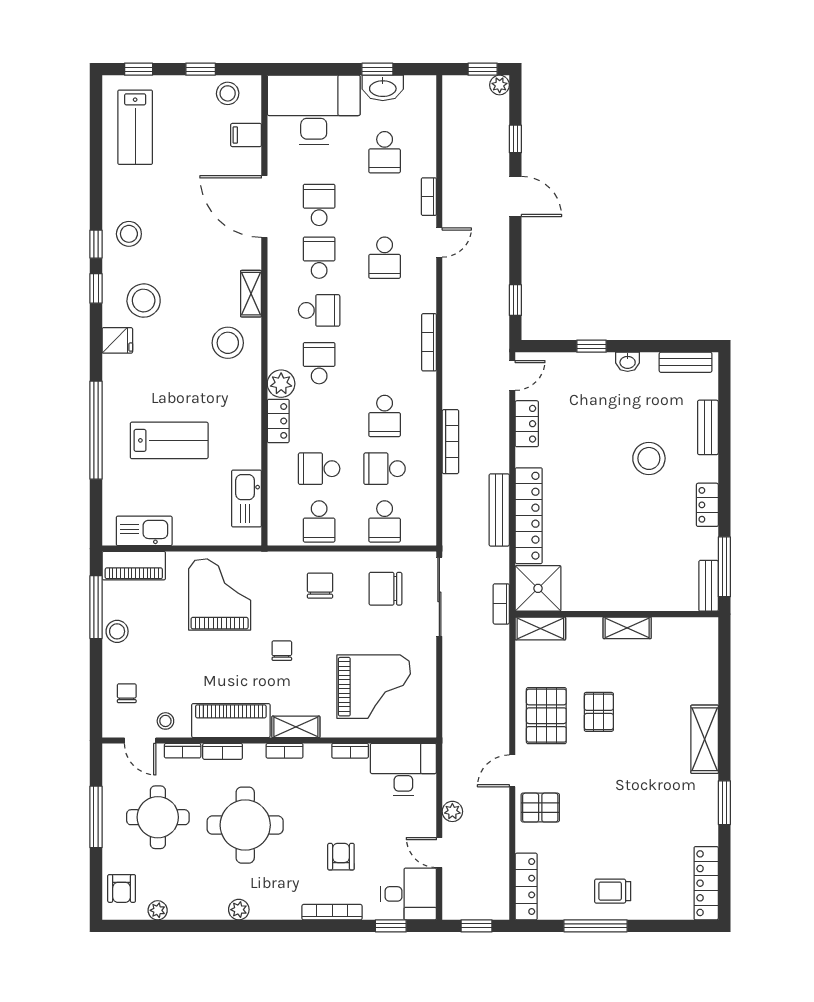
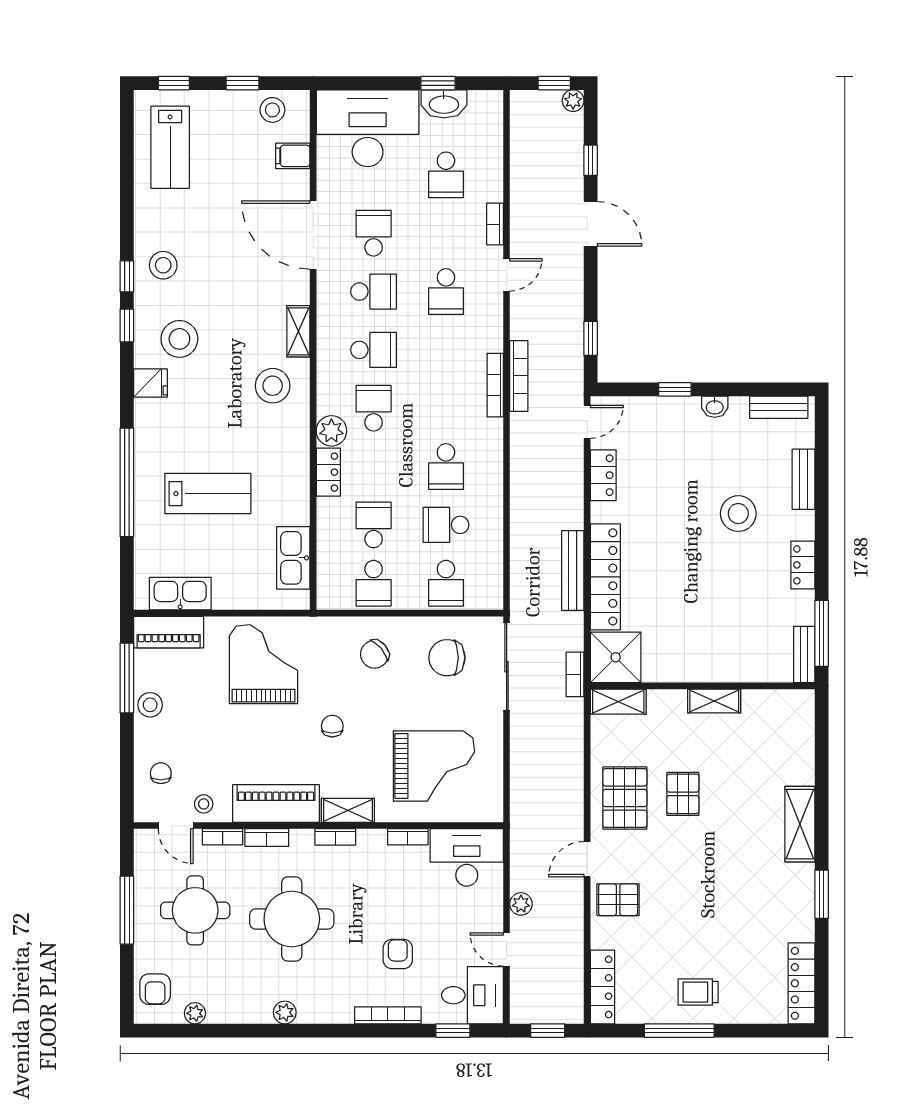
school desk: (319, 258) -> (374, 292), turned 90
bookcase: (450, 442) -> (519, 376), moved
school desk: (319, 469) -> (374, 525), turned 90
chair: (320, 586) -> (375, 654), turned -130

